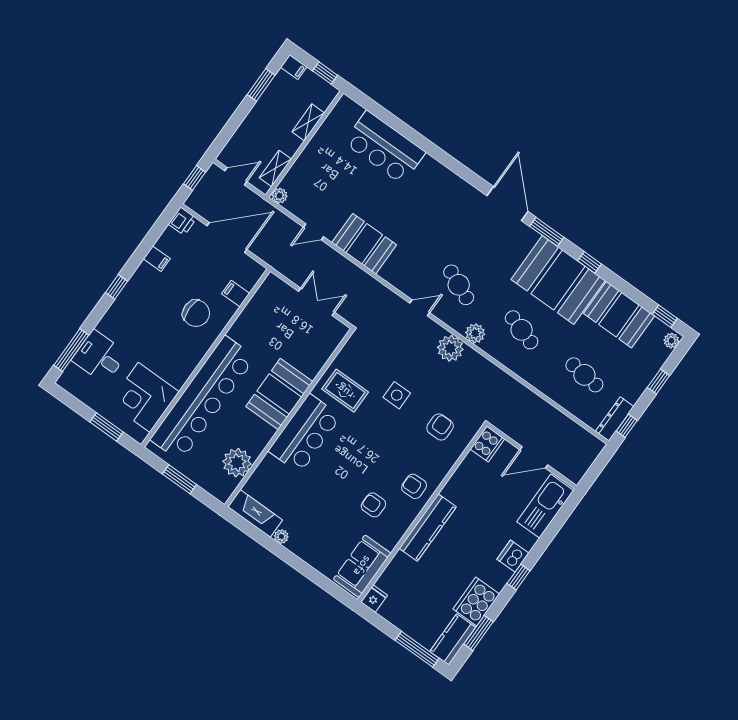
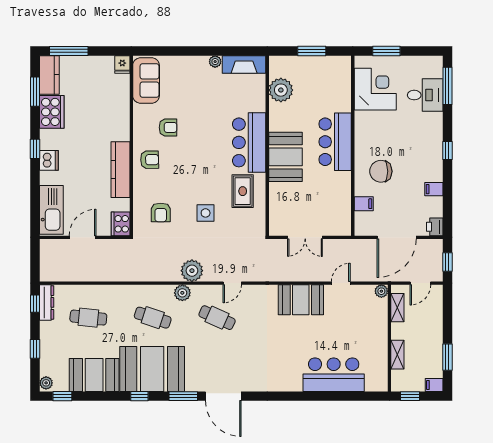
rug: (345, 391) -> (243, 191), turned 90
bar counter: (203, 398) -> (335, 142), width x0.54
kitchen counter: (428, 528) -> (120, 170), moved

